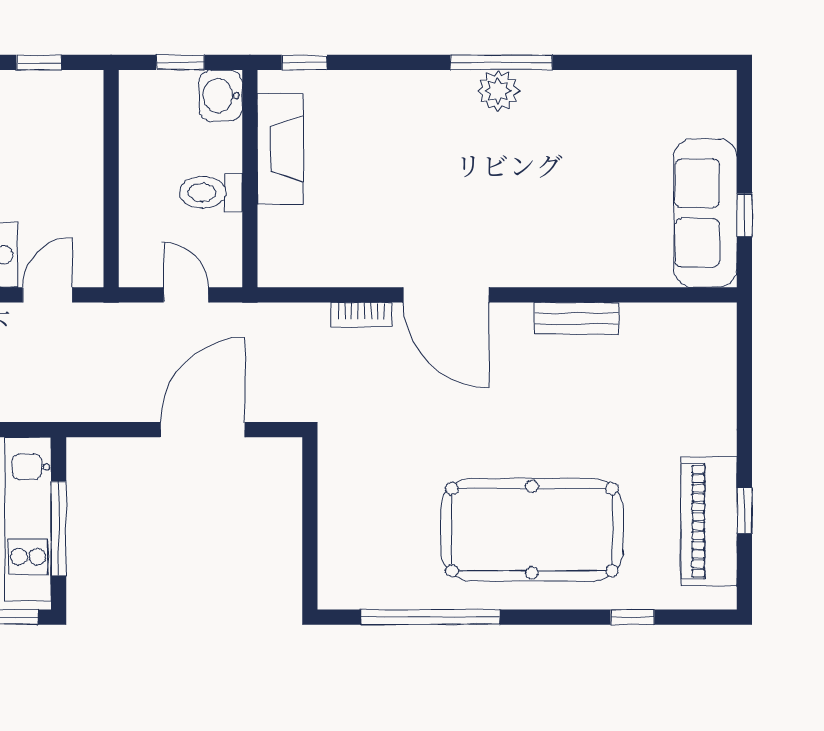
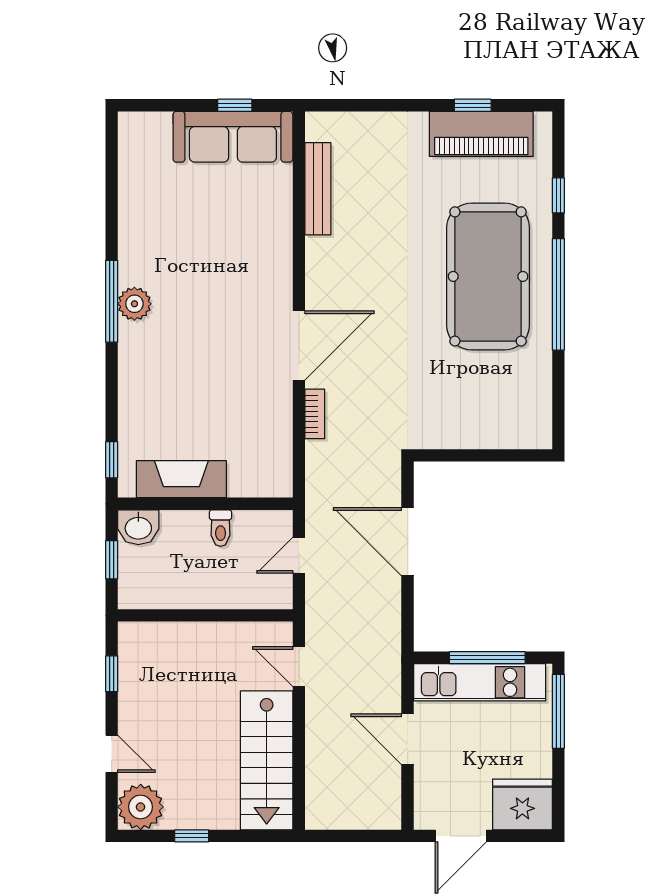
toilet: (211, 192) -> (221, 528), width x0.73, depth x0.72
bench: (577, 318) -> (318, 189), moved, width x1.36
window: (431, 617) -> (558, 294), moved

